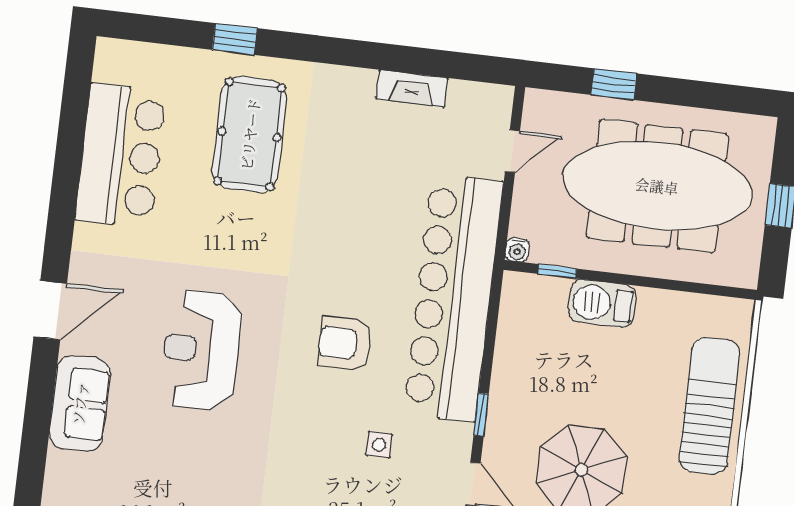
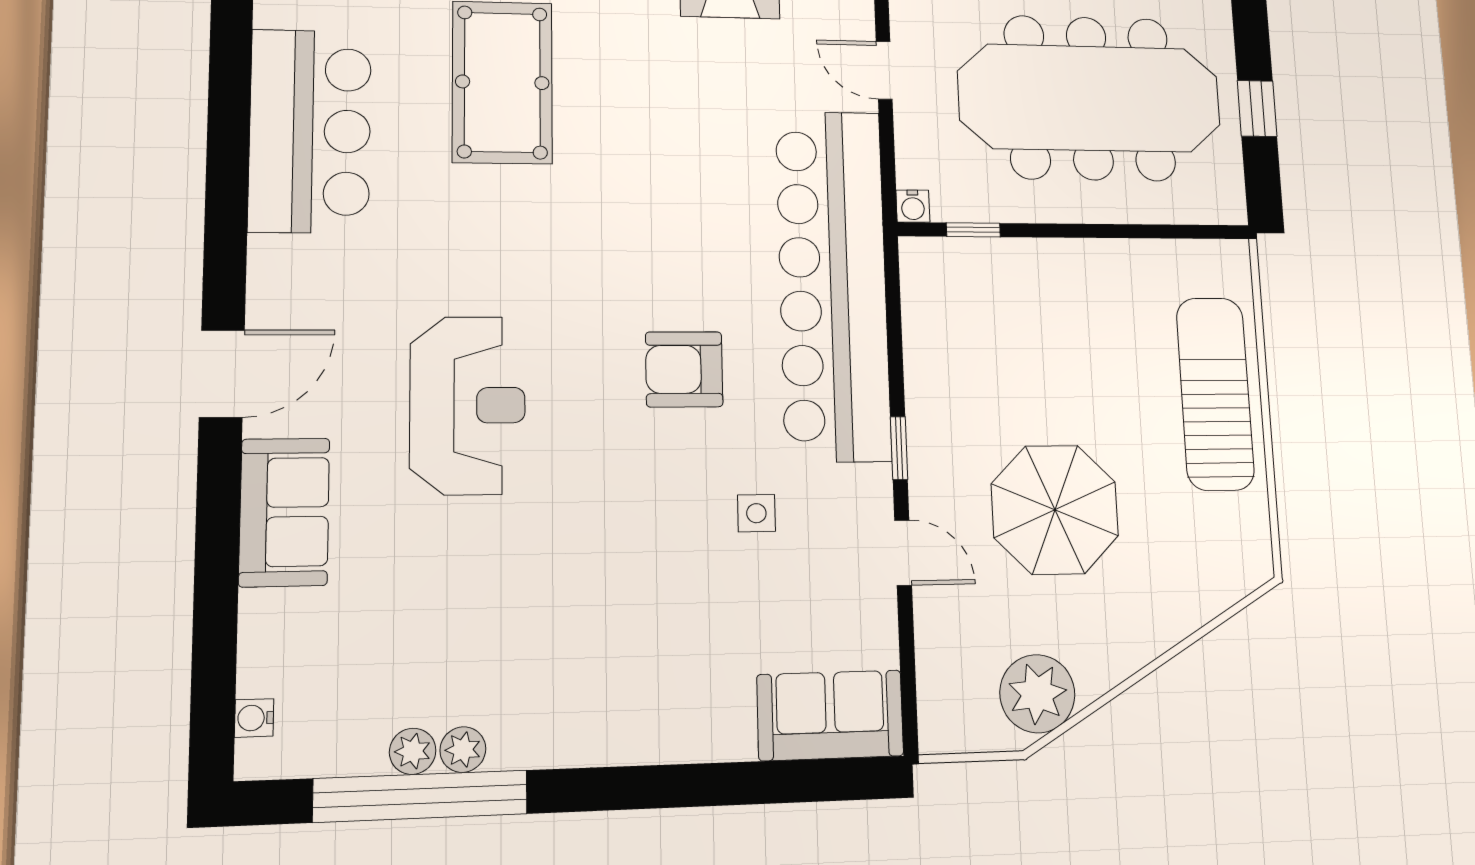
door: (512, 151) -> (884, 70), swing flipped
barbecue: (602, 303) -> (1043, 268), removed
reception desk: (201, 350) -> (468, 405), turned 180

